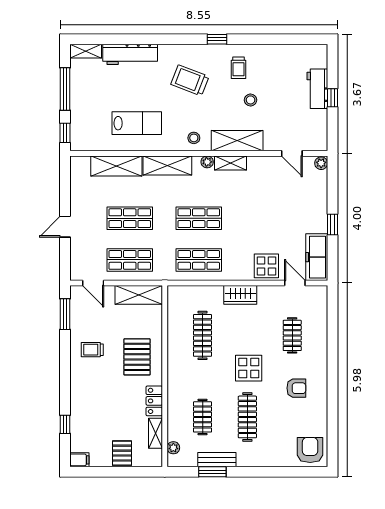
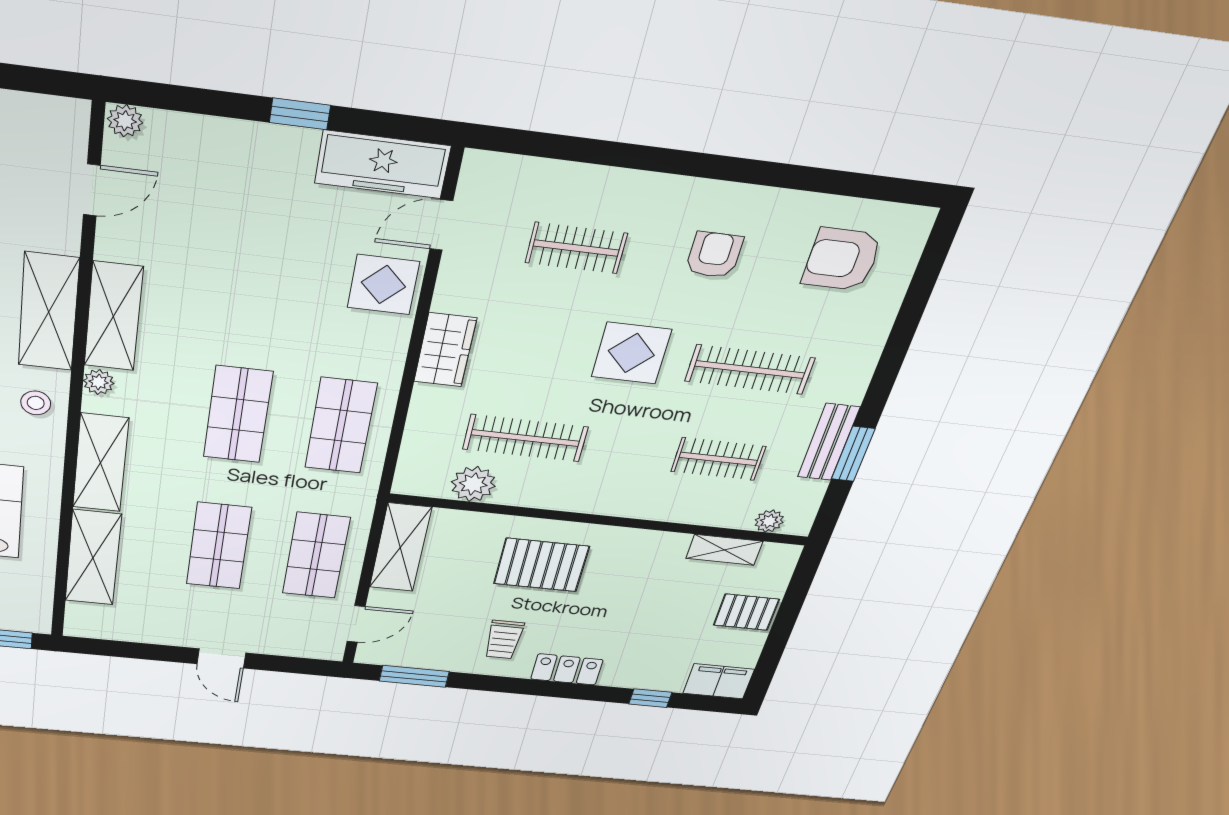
shelving: (230, 163) -> (113, 317), width x1.50, depth x1.33
plant: (176, 319) -> (473, 484), added
locker: (154, 401) -> (567, 669), moved, turned 180
armchair: (310, 450) -> (842, 259), moved
filing cabinet: (79, 460) -> (719, 681), width x2.00

